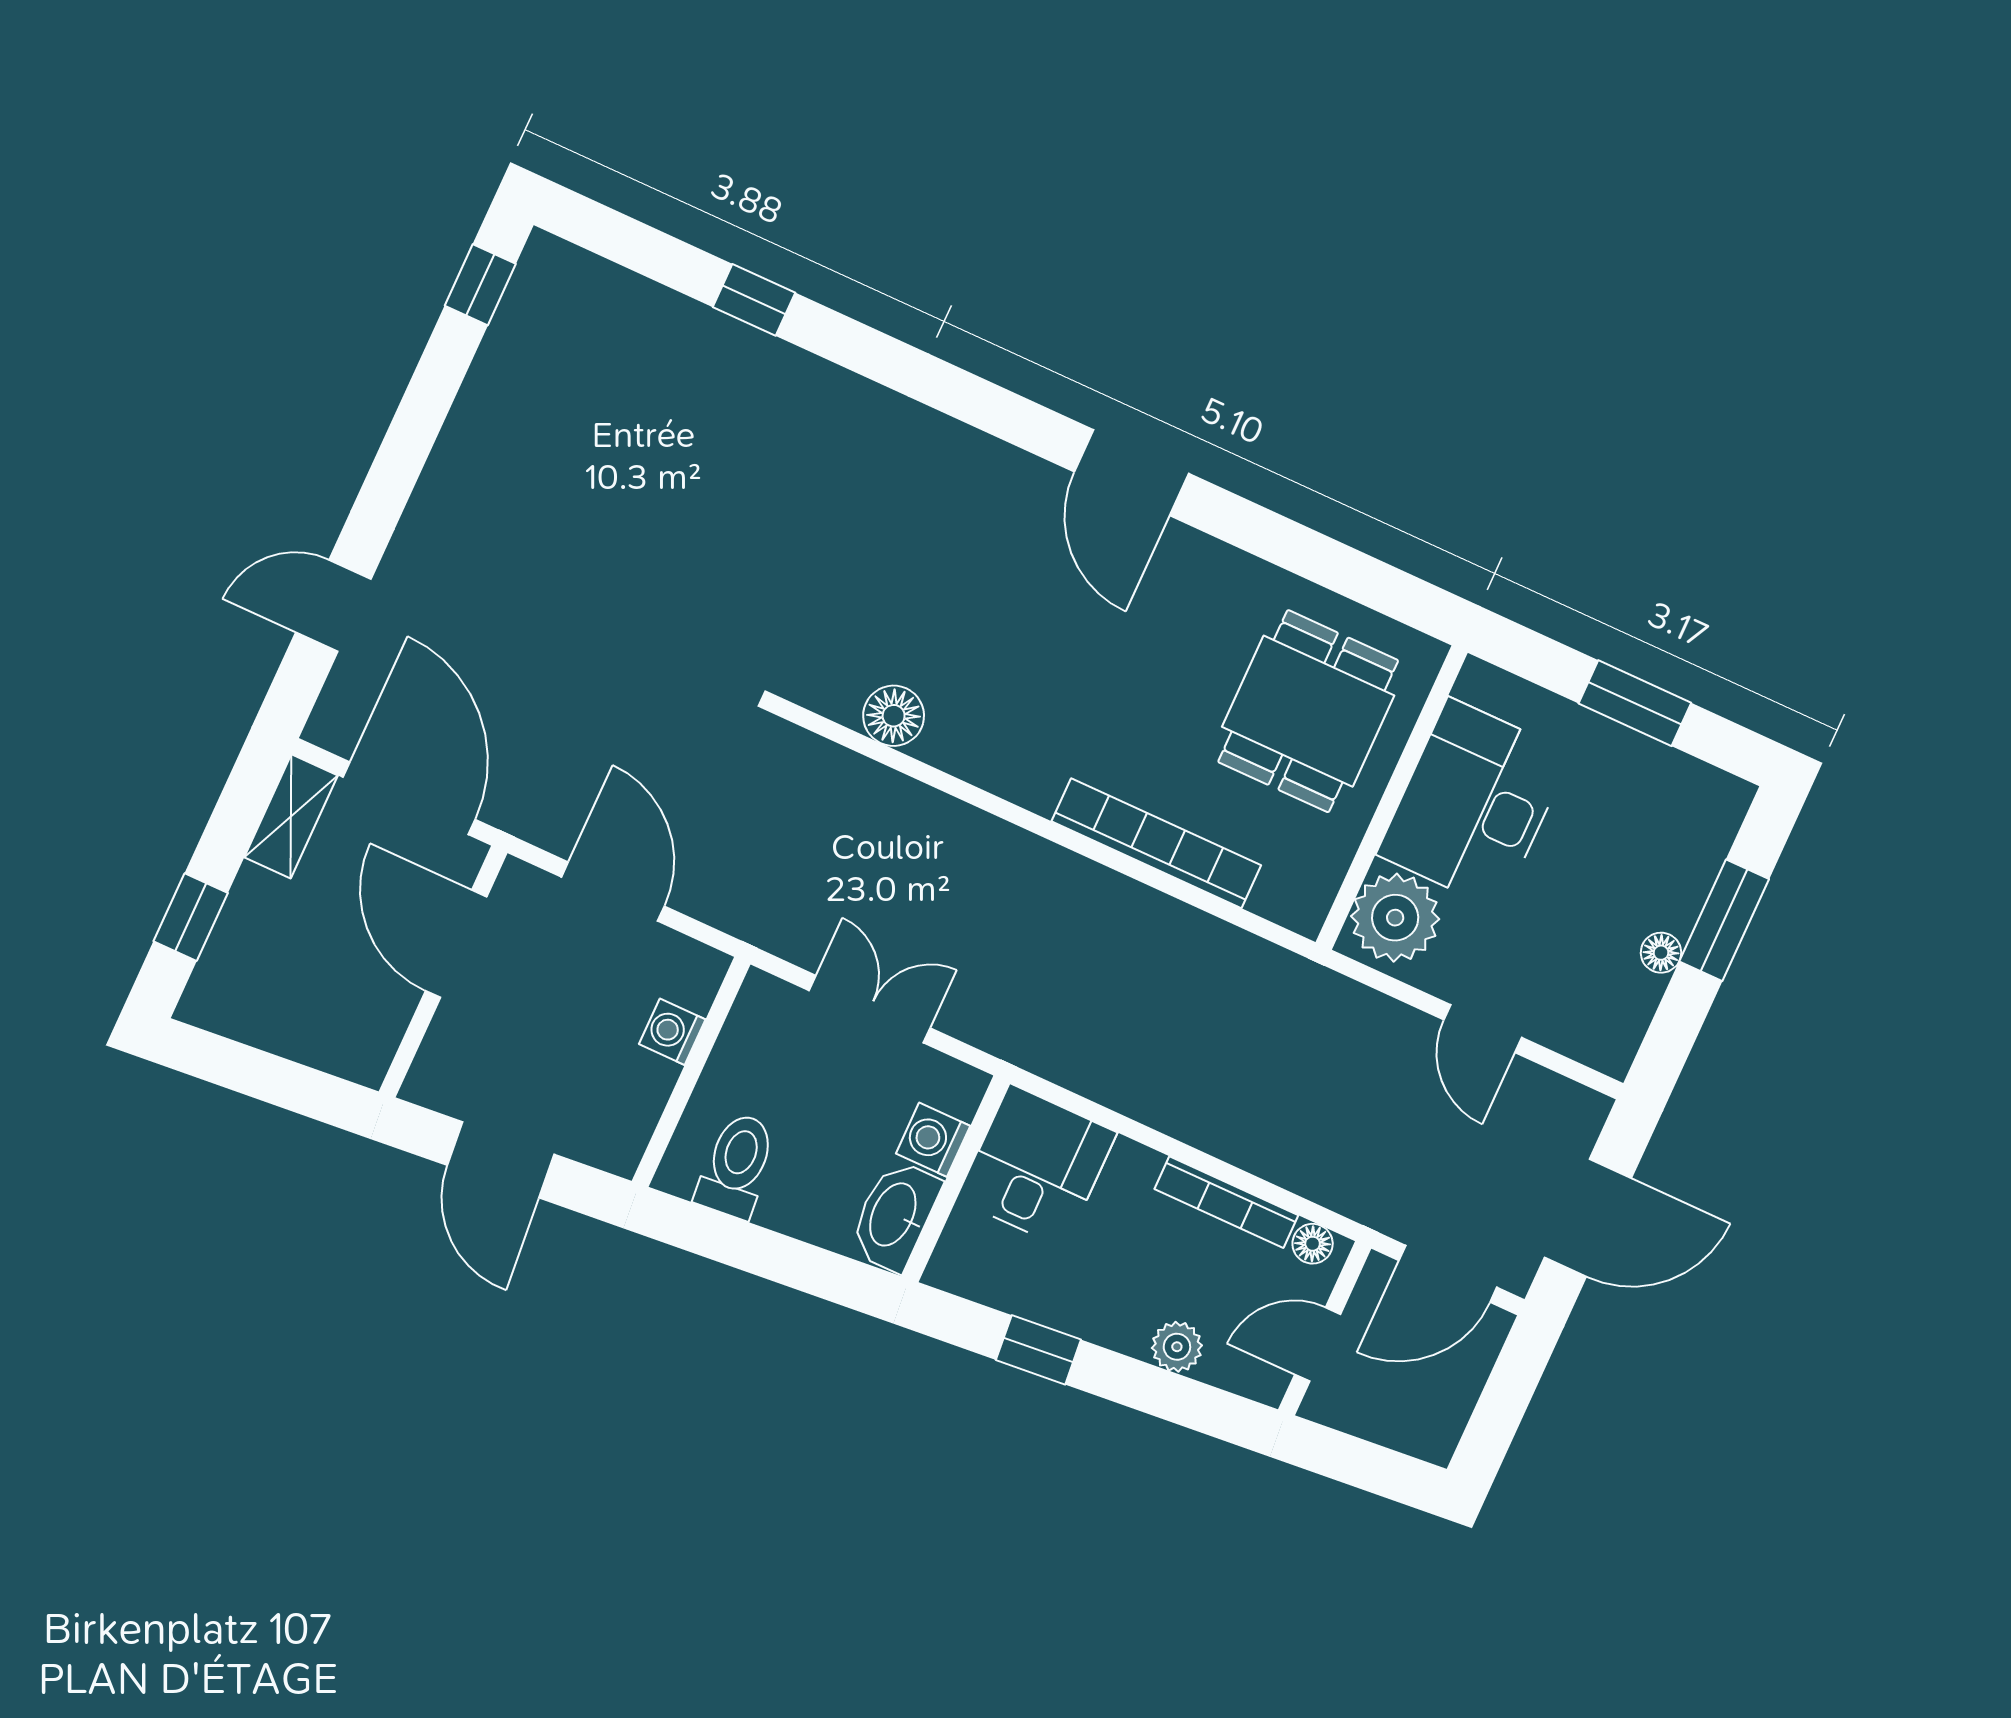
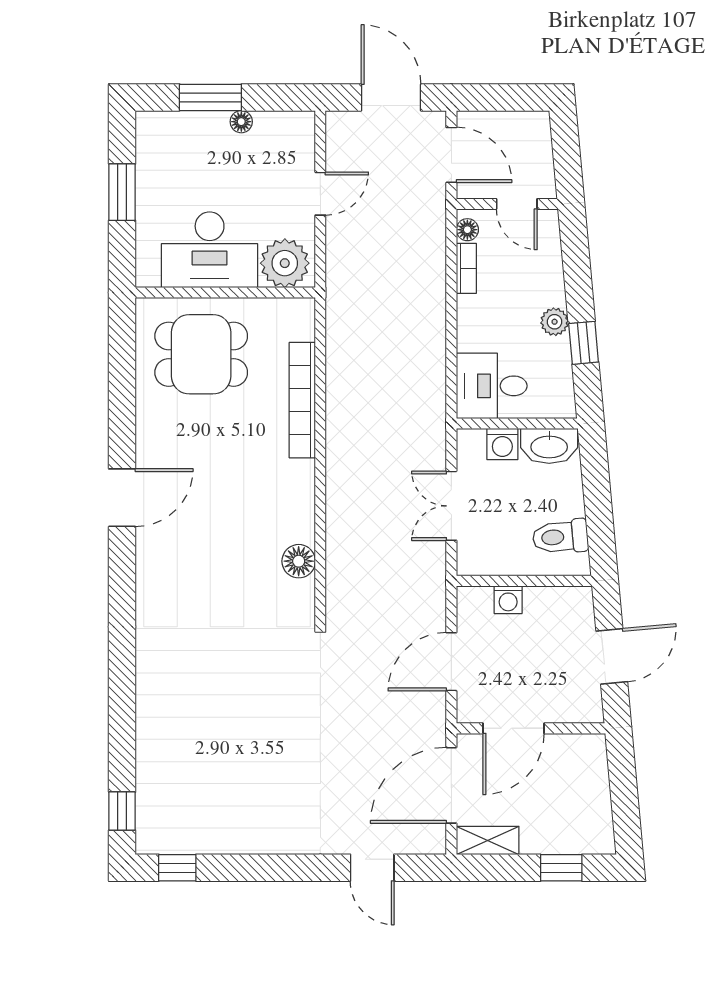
window: (754, 300) -> (122, 811), moved
bookcase: (1226, 1202) -> (466, 268), width x0.64
plant: (1177, 1347) -> (555, 322), moved

